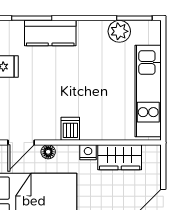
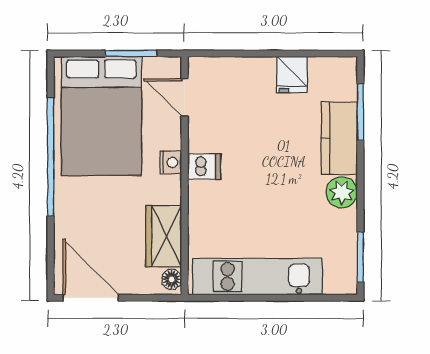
plant: (119, 31) -> (342, 192), moved
floor lamp: (48, 152) -> (172, 279), moved
nightstand: (88, 152) -> (171, 162), moved

